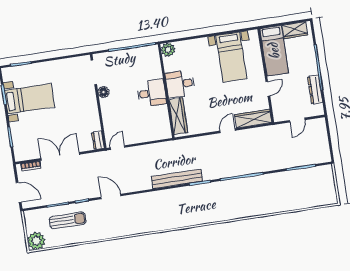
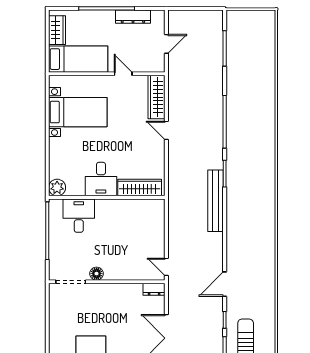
desk: (151, 93) -> (79, 216), moved
door: (297, 120) -> (166, 44), hinge flipped

